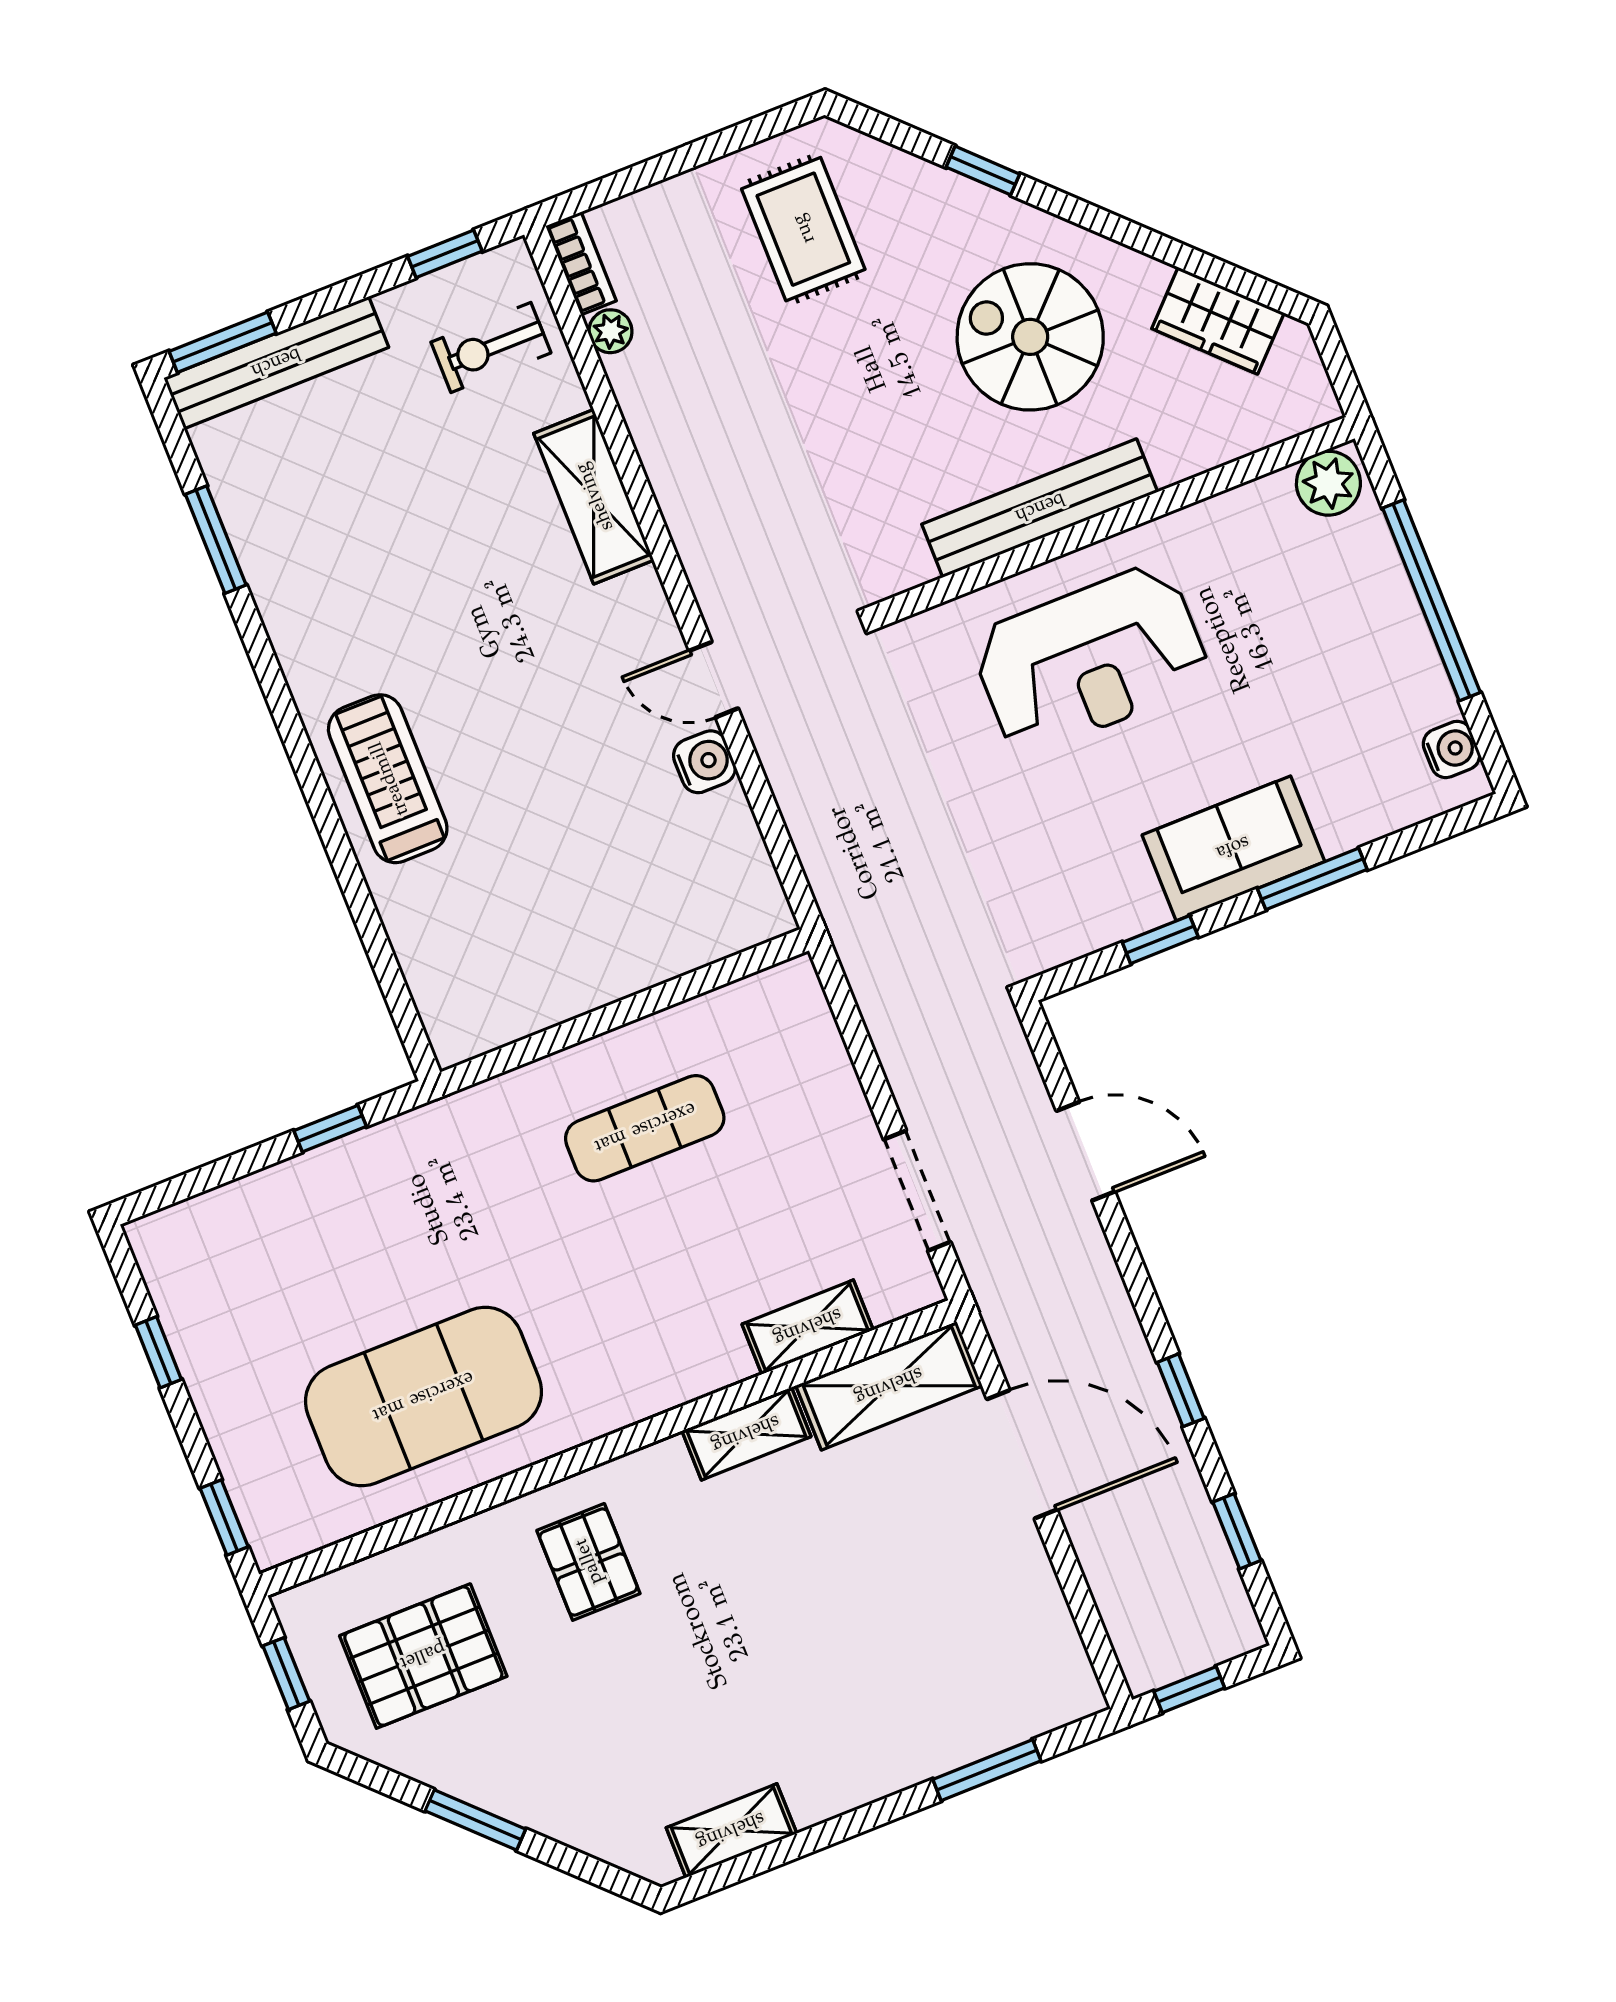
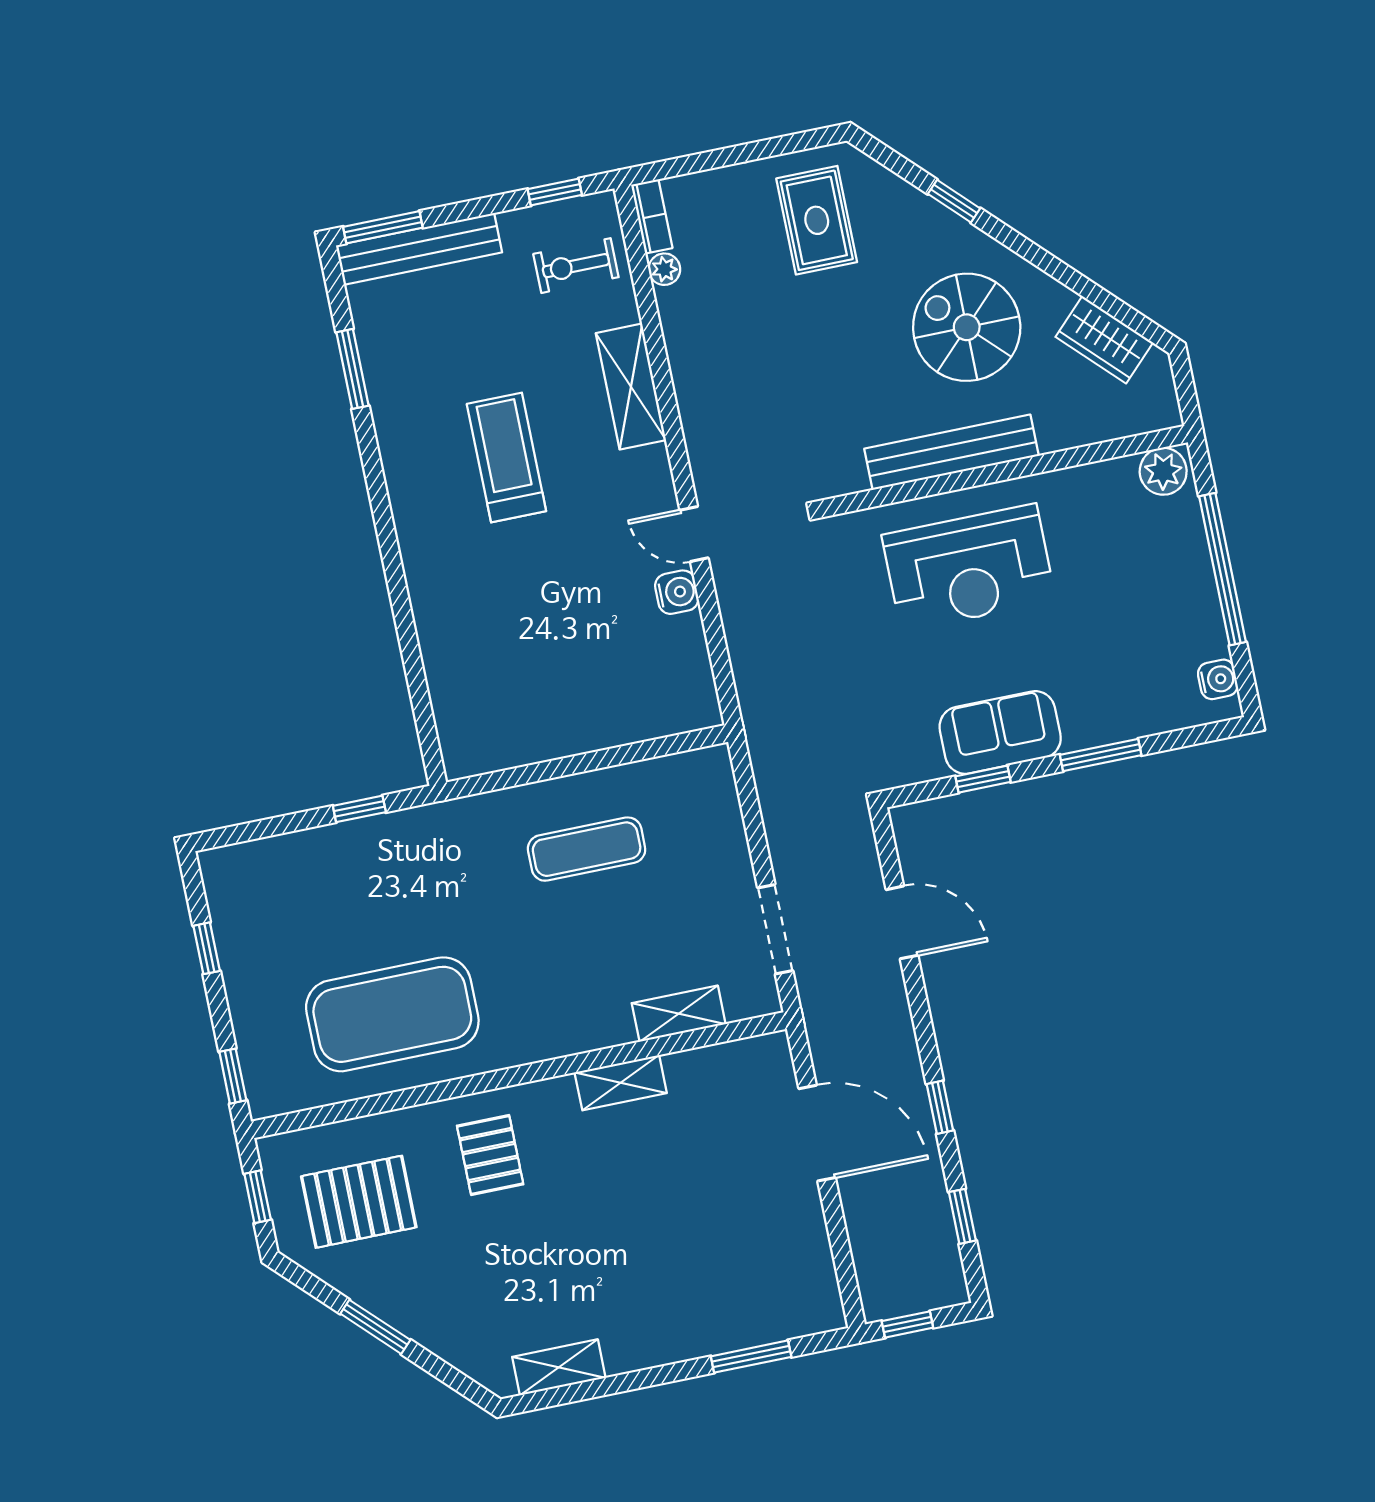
treadmill: (388, 779) -> (506, 457), moved
sofa: (1233, 848) -> (1000, 732), moved
shelving: (889, 1386) -> (730, 1066), removed

